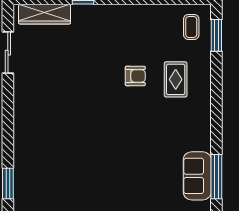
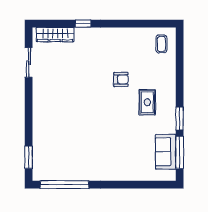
window: (216, 35) -> (180, 118), moved
rug: (176, 79) -> (147, 102), moved

